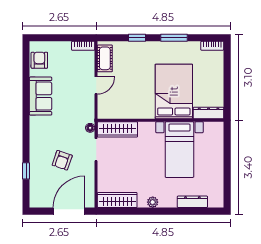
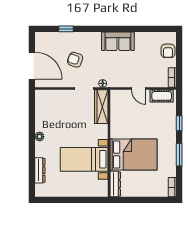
armchair: (39, 60) -> (168, 51), moved, turned 90
sofa: (41, 96) -> (118, 41), moved
wardrobe: (117, 200) -> (41, 106), removed

